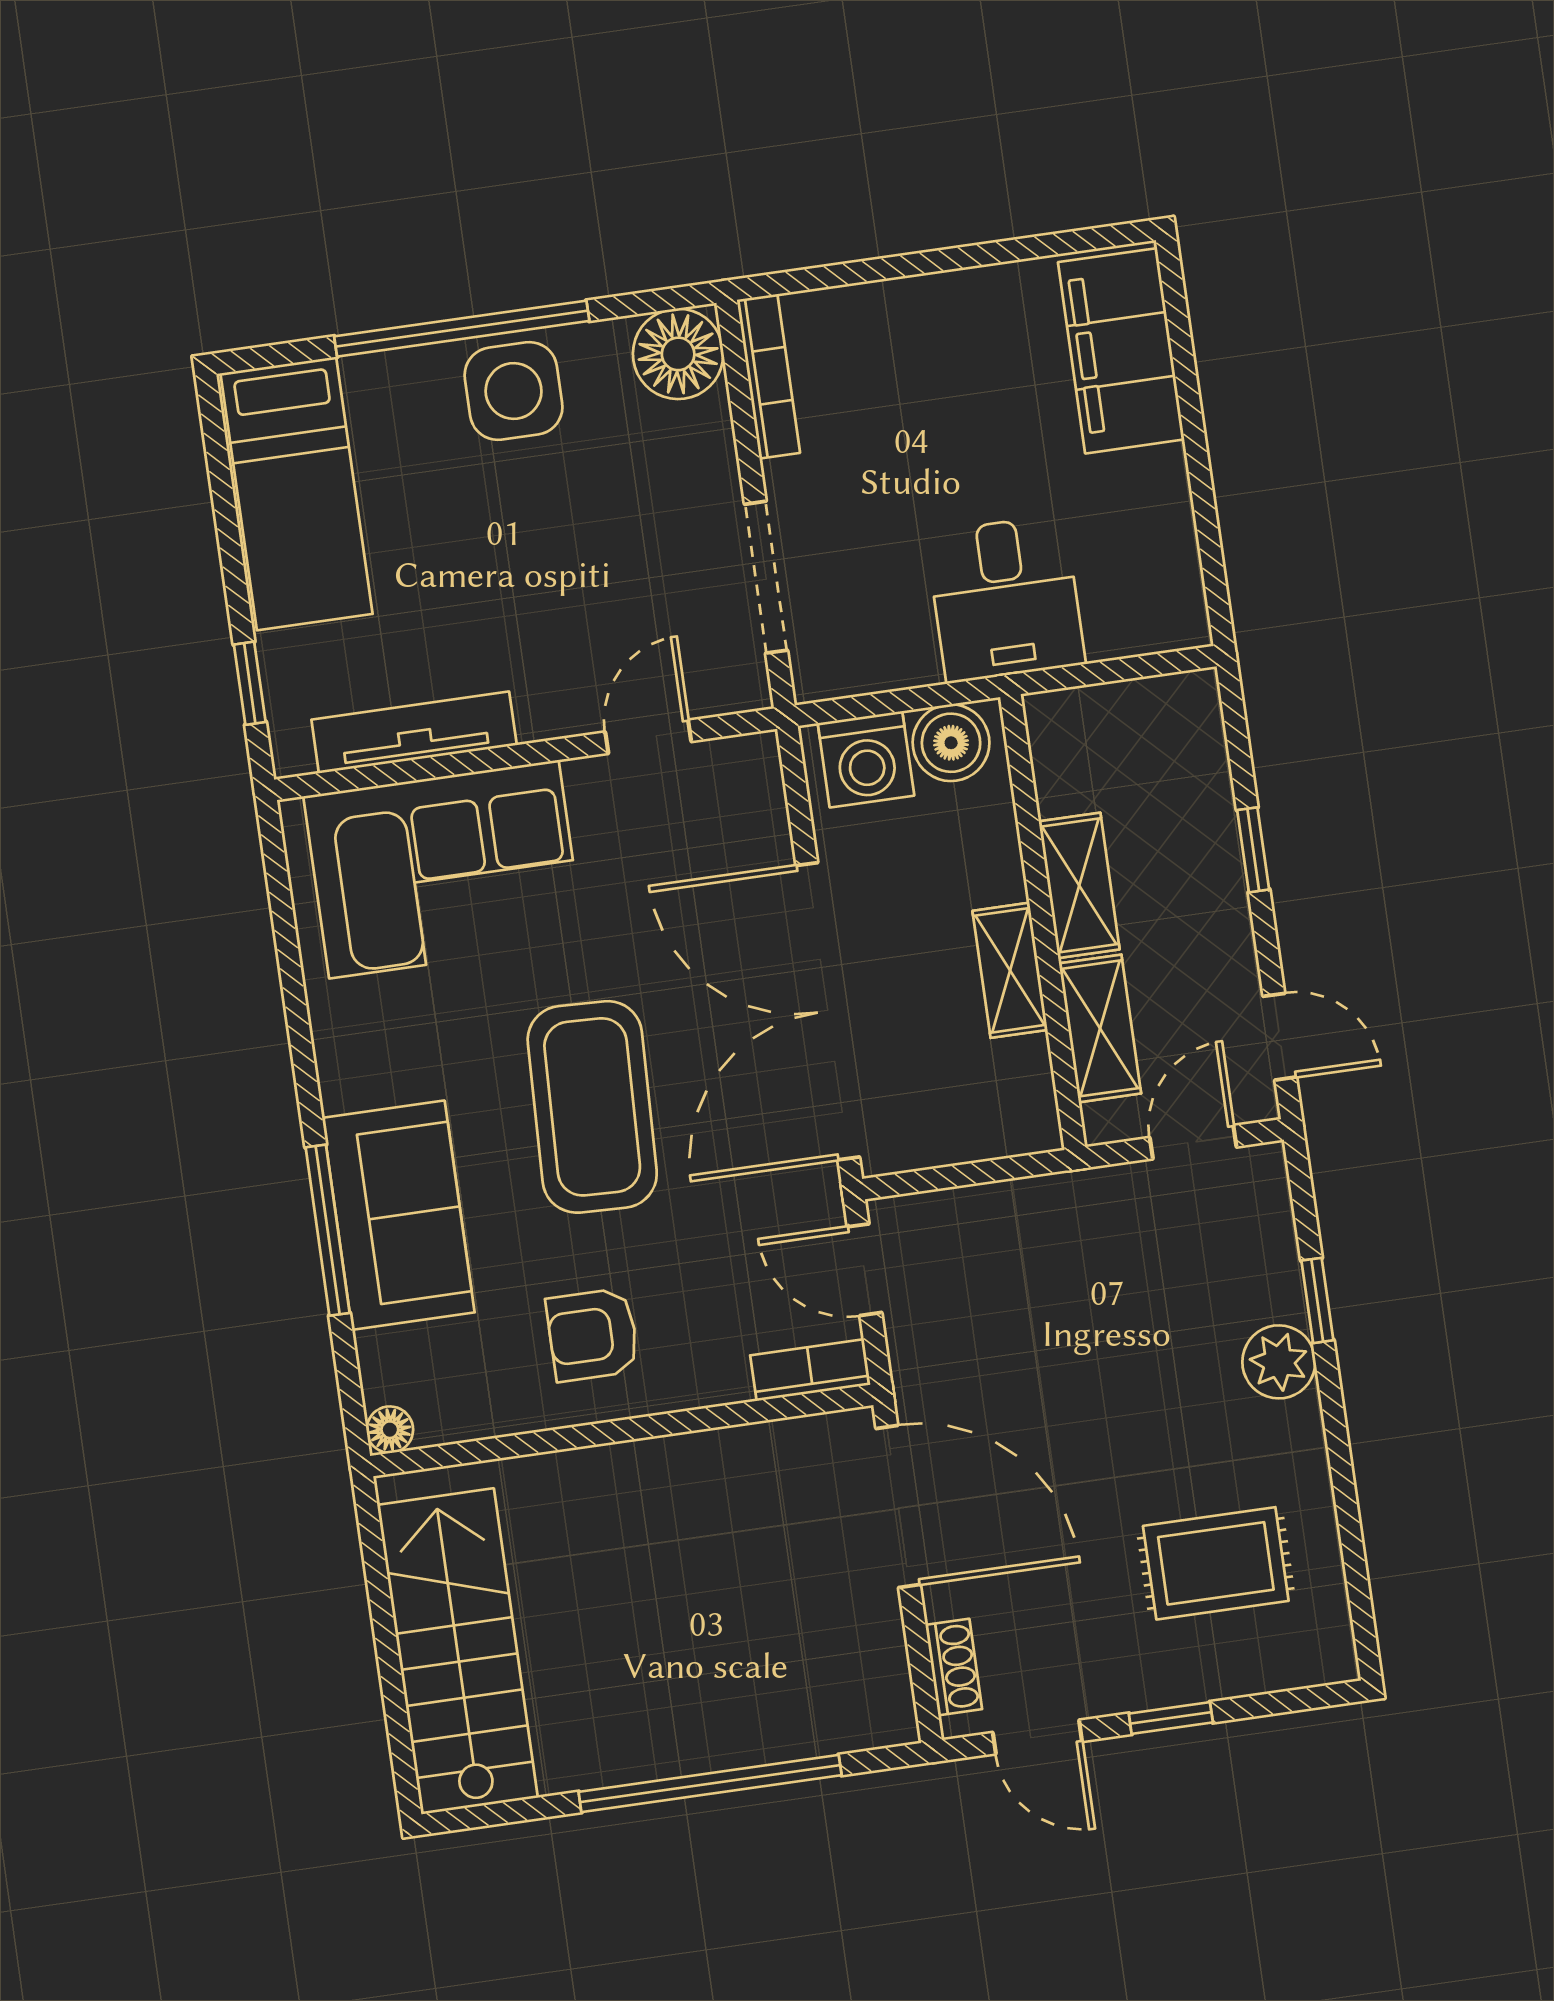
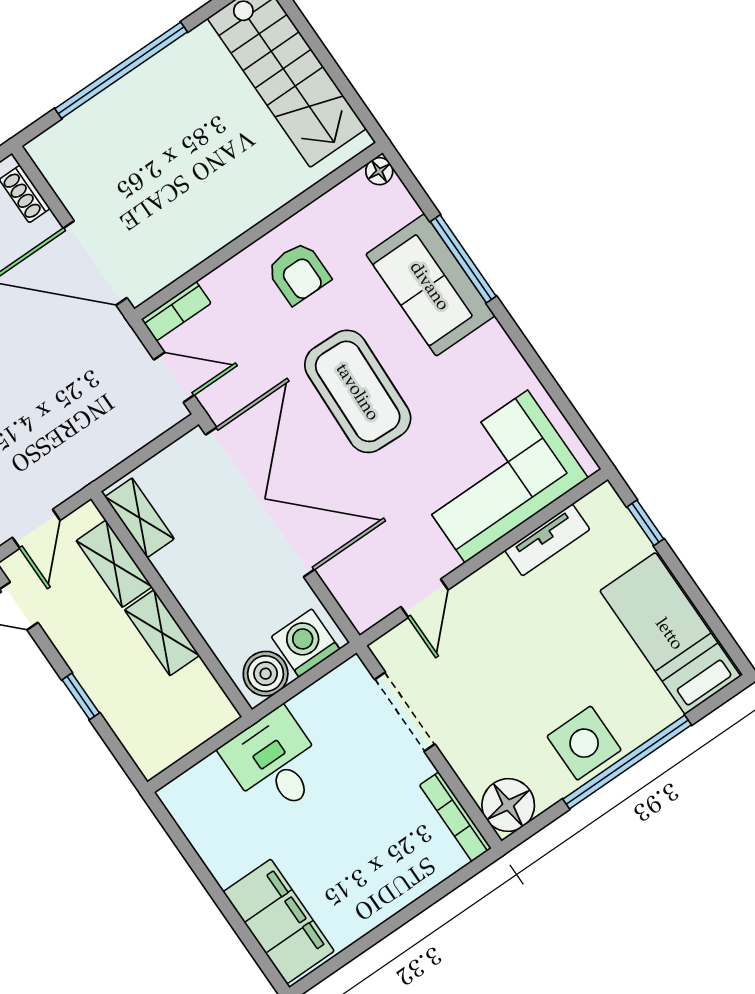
tv unit: (414, 732) -> (547, 540), width x0.71
shelving: (1010, 970) -> (139, 518), moved
armchair: (593, 1335) -> (298, 273), turned 90

